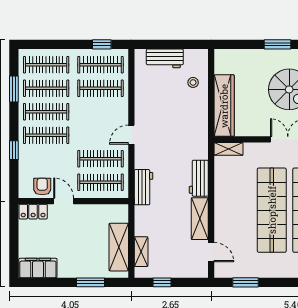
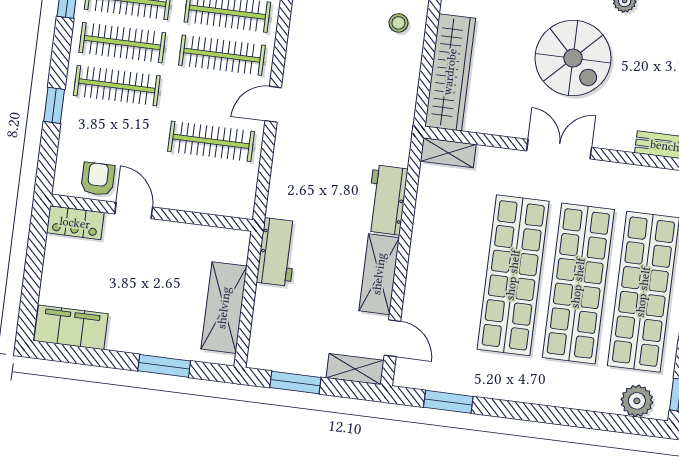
clothes rail: (100, 182) -> (222, 55), moved
workbench: (143, 187) -> (277, 252), moved
shelving: (141, 252) -> (355, 369), moved, turned 90
window: (162, 282) -> (295, 382), width x1.50

